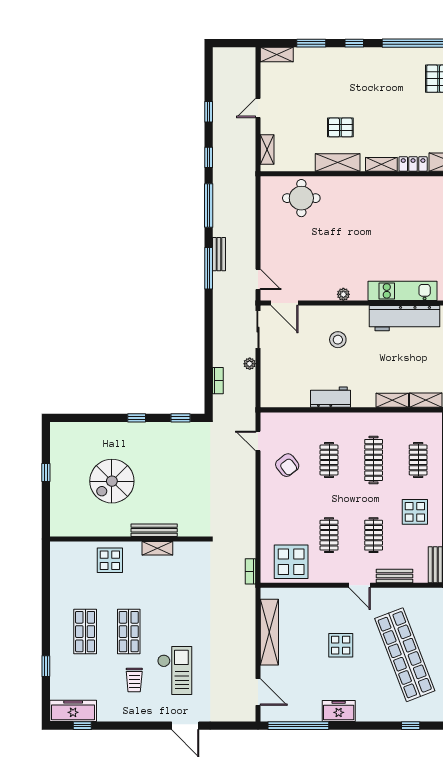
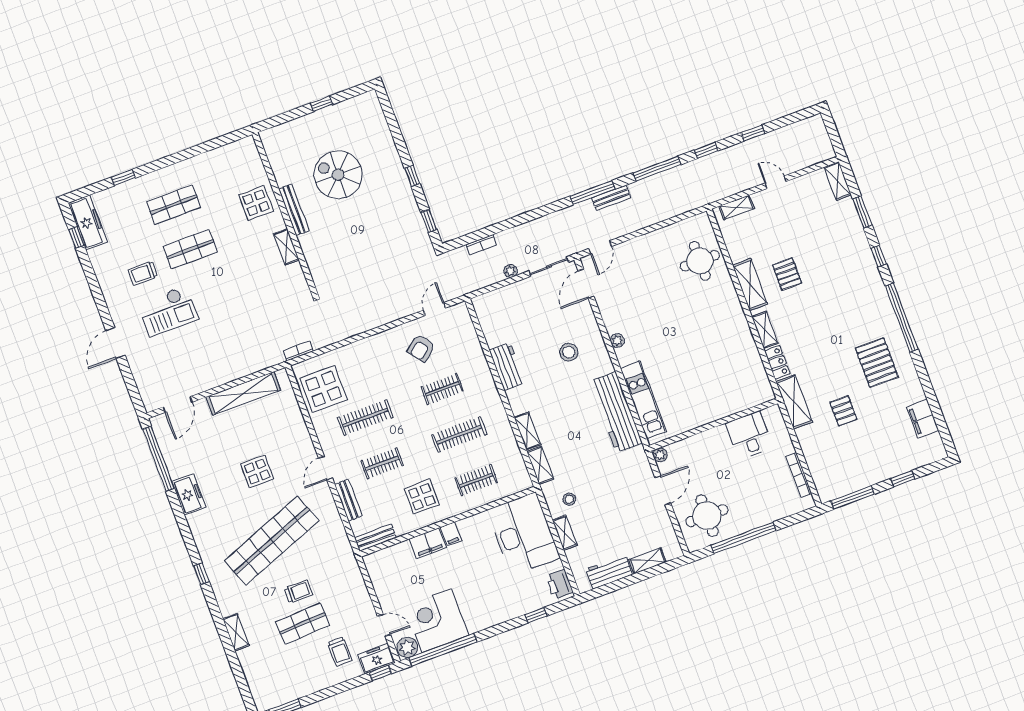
bench: (154, 530) -> (294, 210), moved
clothes rail: (329, 535) -> (365, 418), width x1.36

